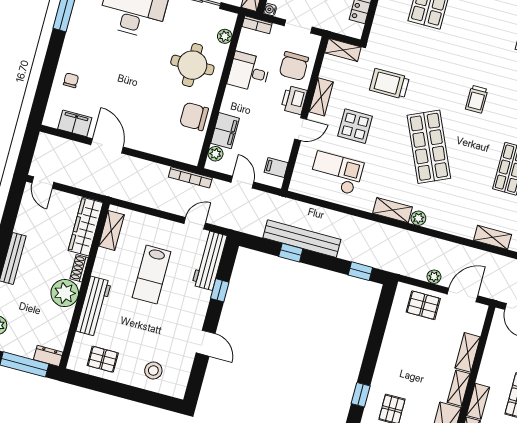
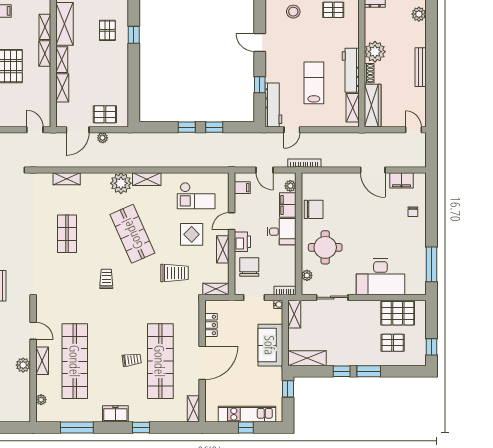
desk: (249, 72) -> (282, 232), moved
plant: (418, 218) -> (121, 183), width x1.88, depth x1.88
bench: (302, 239) -> (209, 140), removed
window: (360, 271) -> (187, 127), moved
workbench: (94, 306) -> (351, 70), moved

